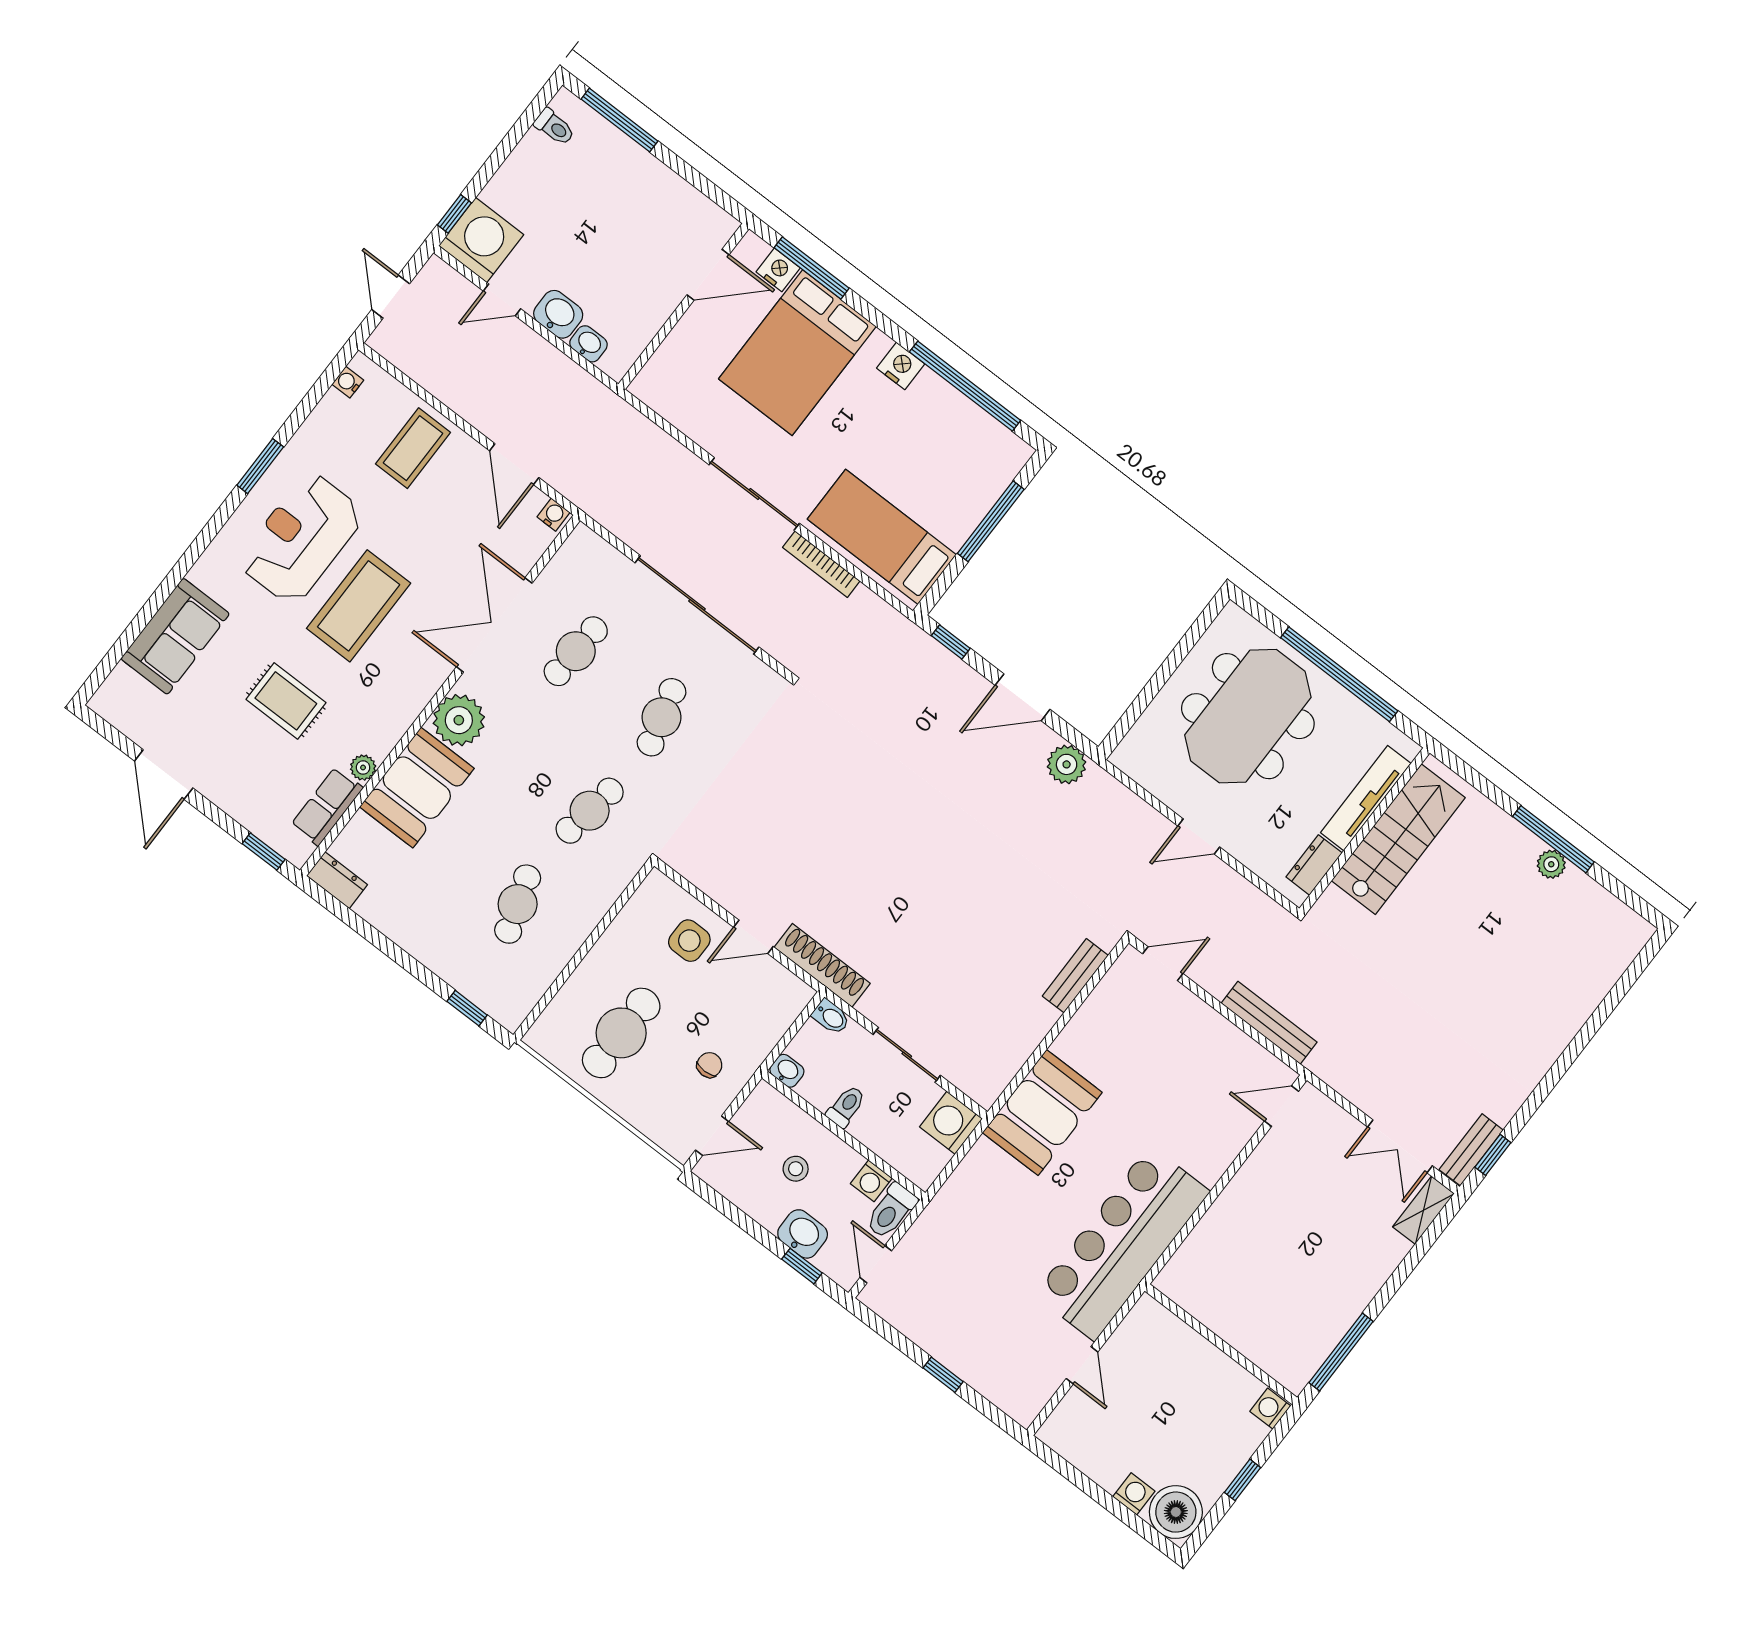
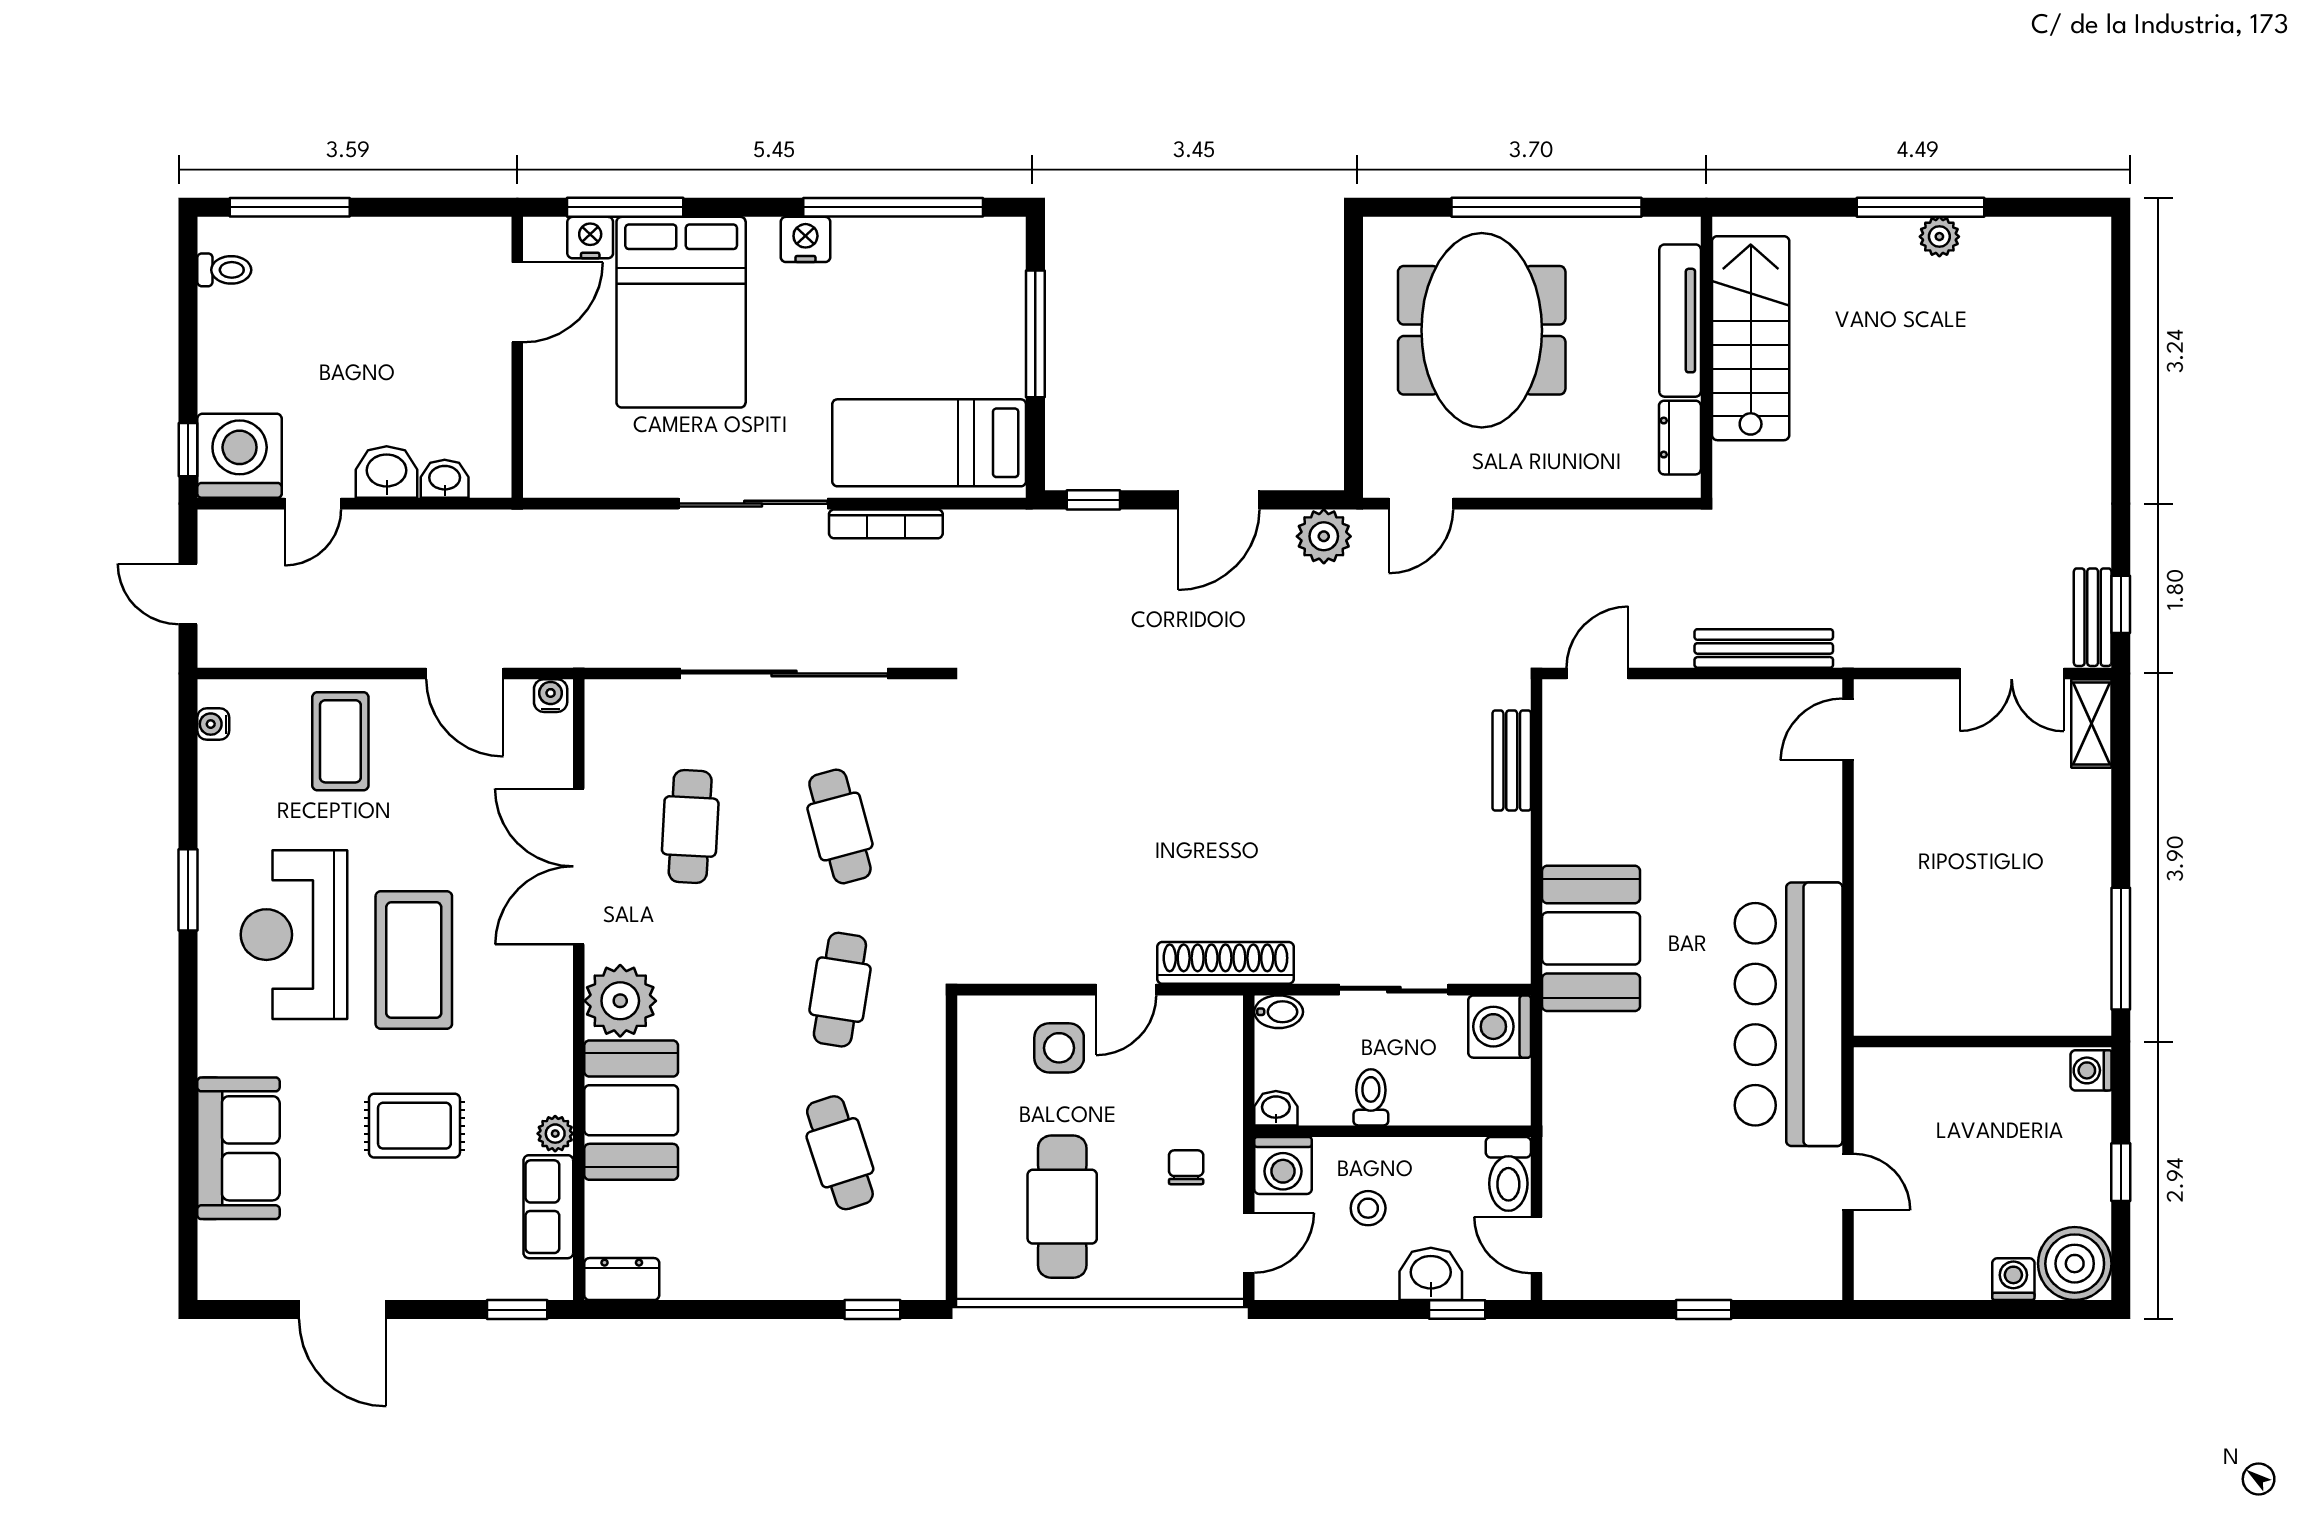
door: (1199, 836) -> (1421, 504), moved
washing machine: (871, 1181) -> (1283, 1165), moved, width x1.38, depth x1.38

